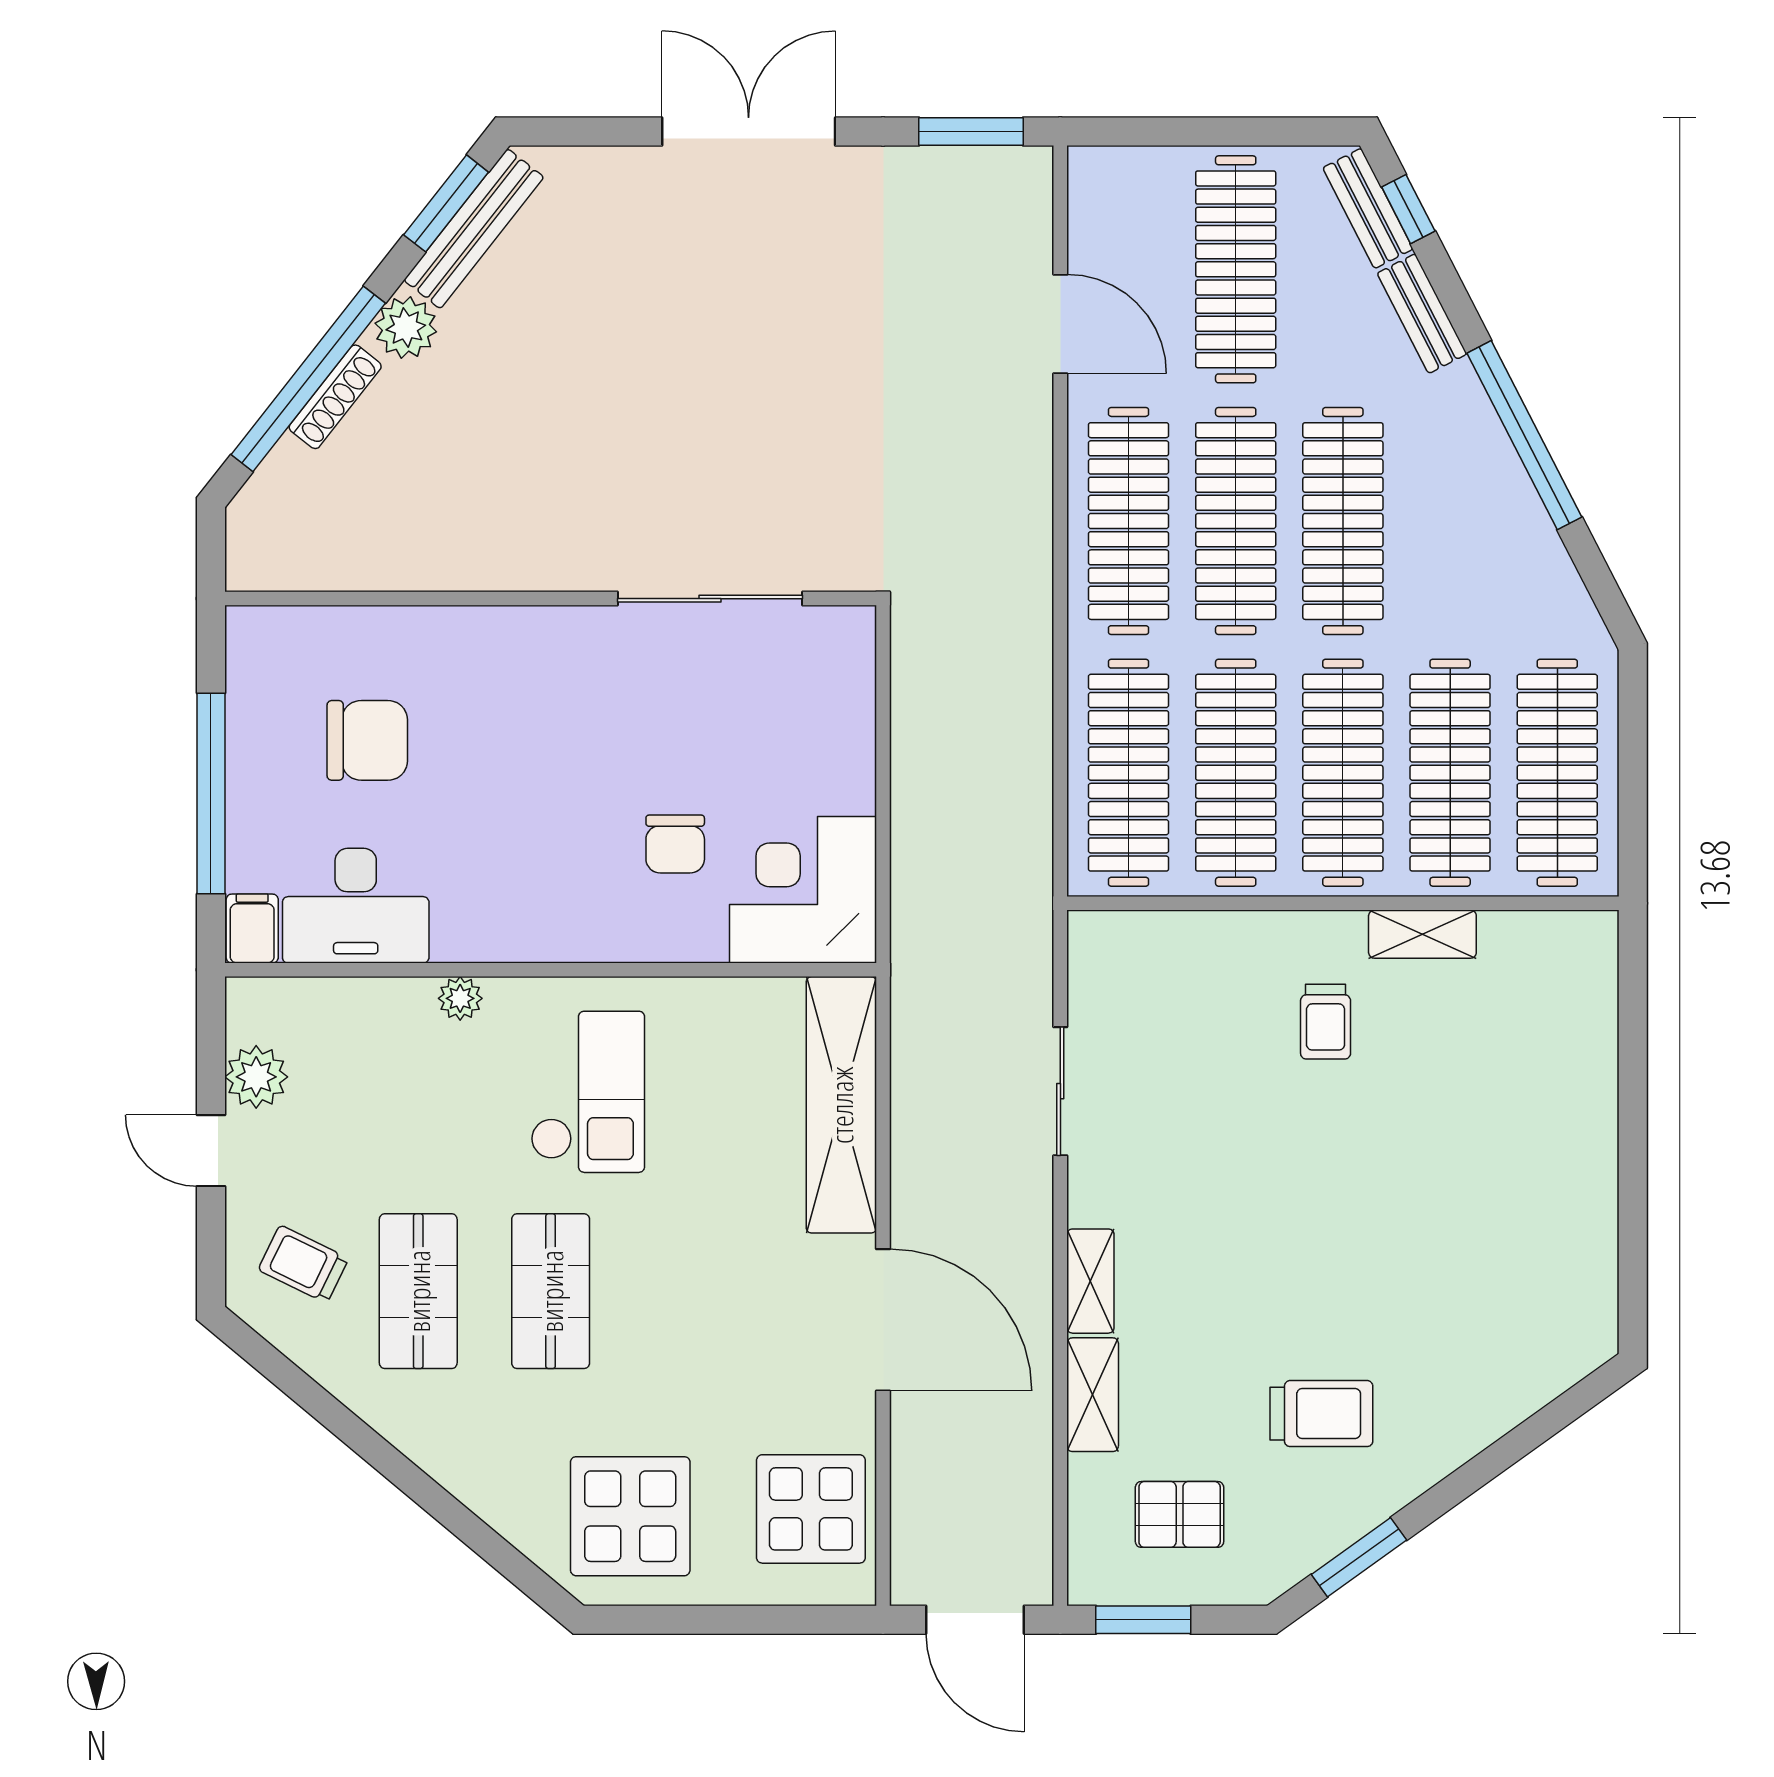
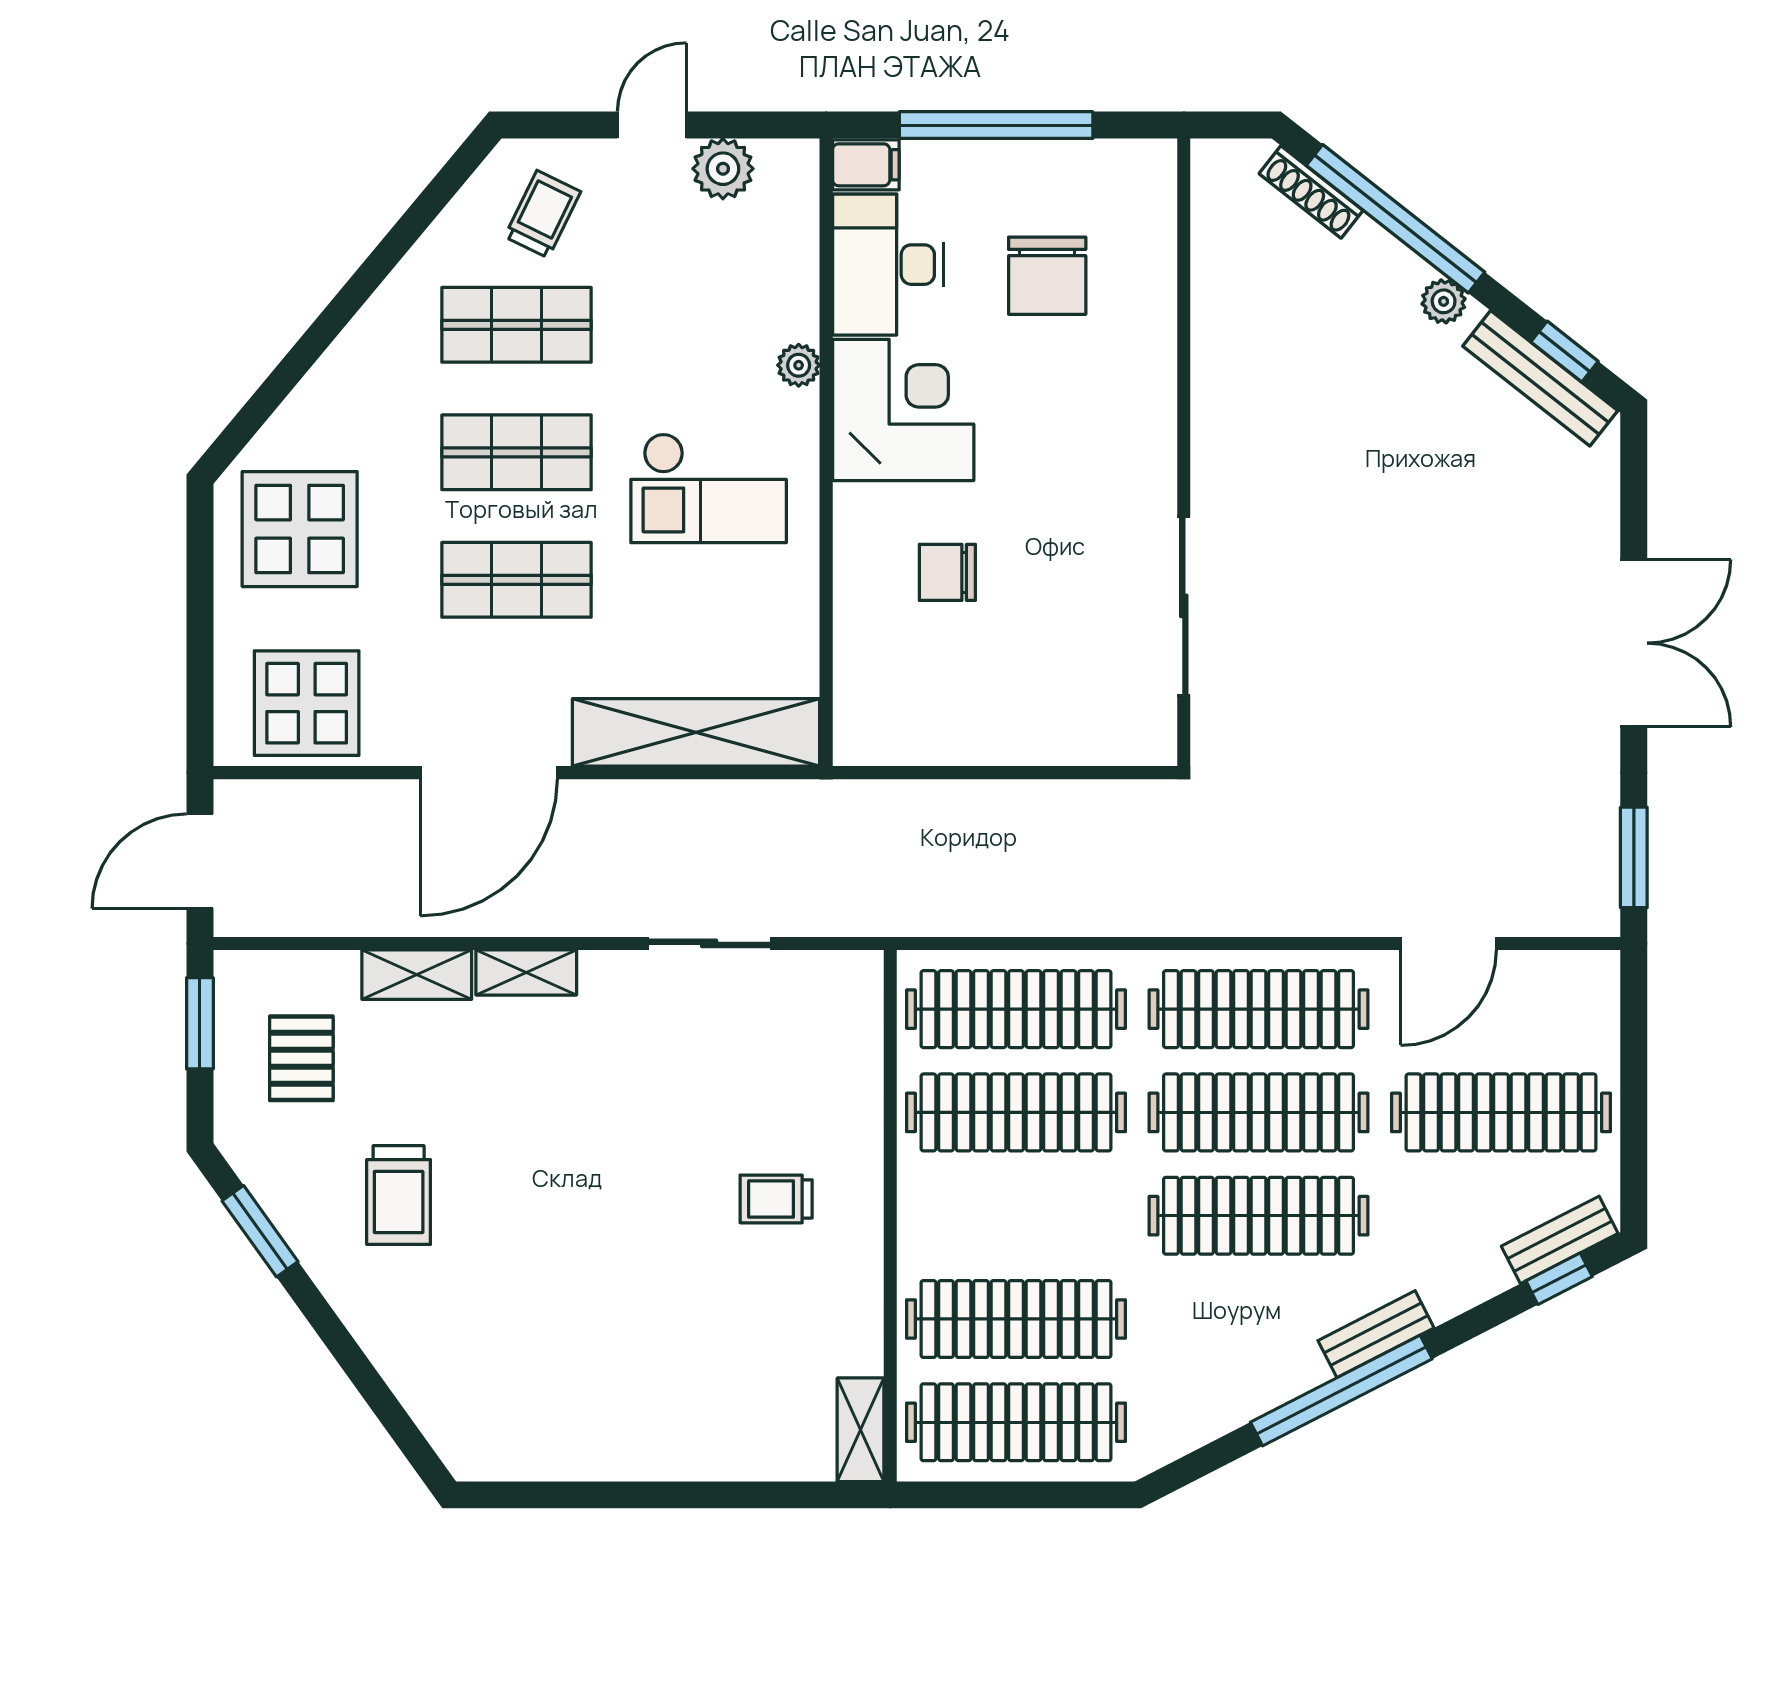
window: (446, 203) -> (1564, 352), width x0.67
bench: (1422, 314) -> (1376, 1334), moved
plant: (406, 328) -> (1444, 301), width x0.73, depth x0.73
shoe rack: (335, 397) -> (1311, 192), moved
clothes rail: (1343, 773) -> (1016, 1216), removed
corner desk: (803, 890) -> (903, 410), moved
shelving: (1422, 934) -> (860, 1430), moved
shop shelf: (683, 1291) -> (516, 580), added

